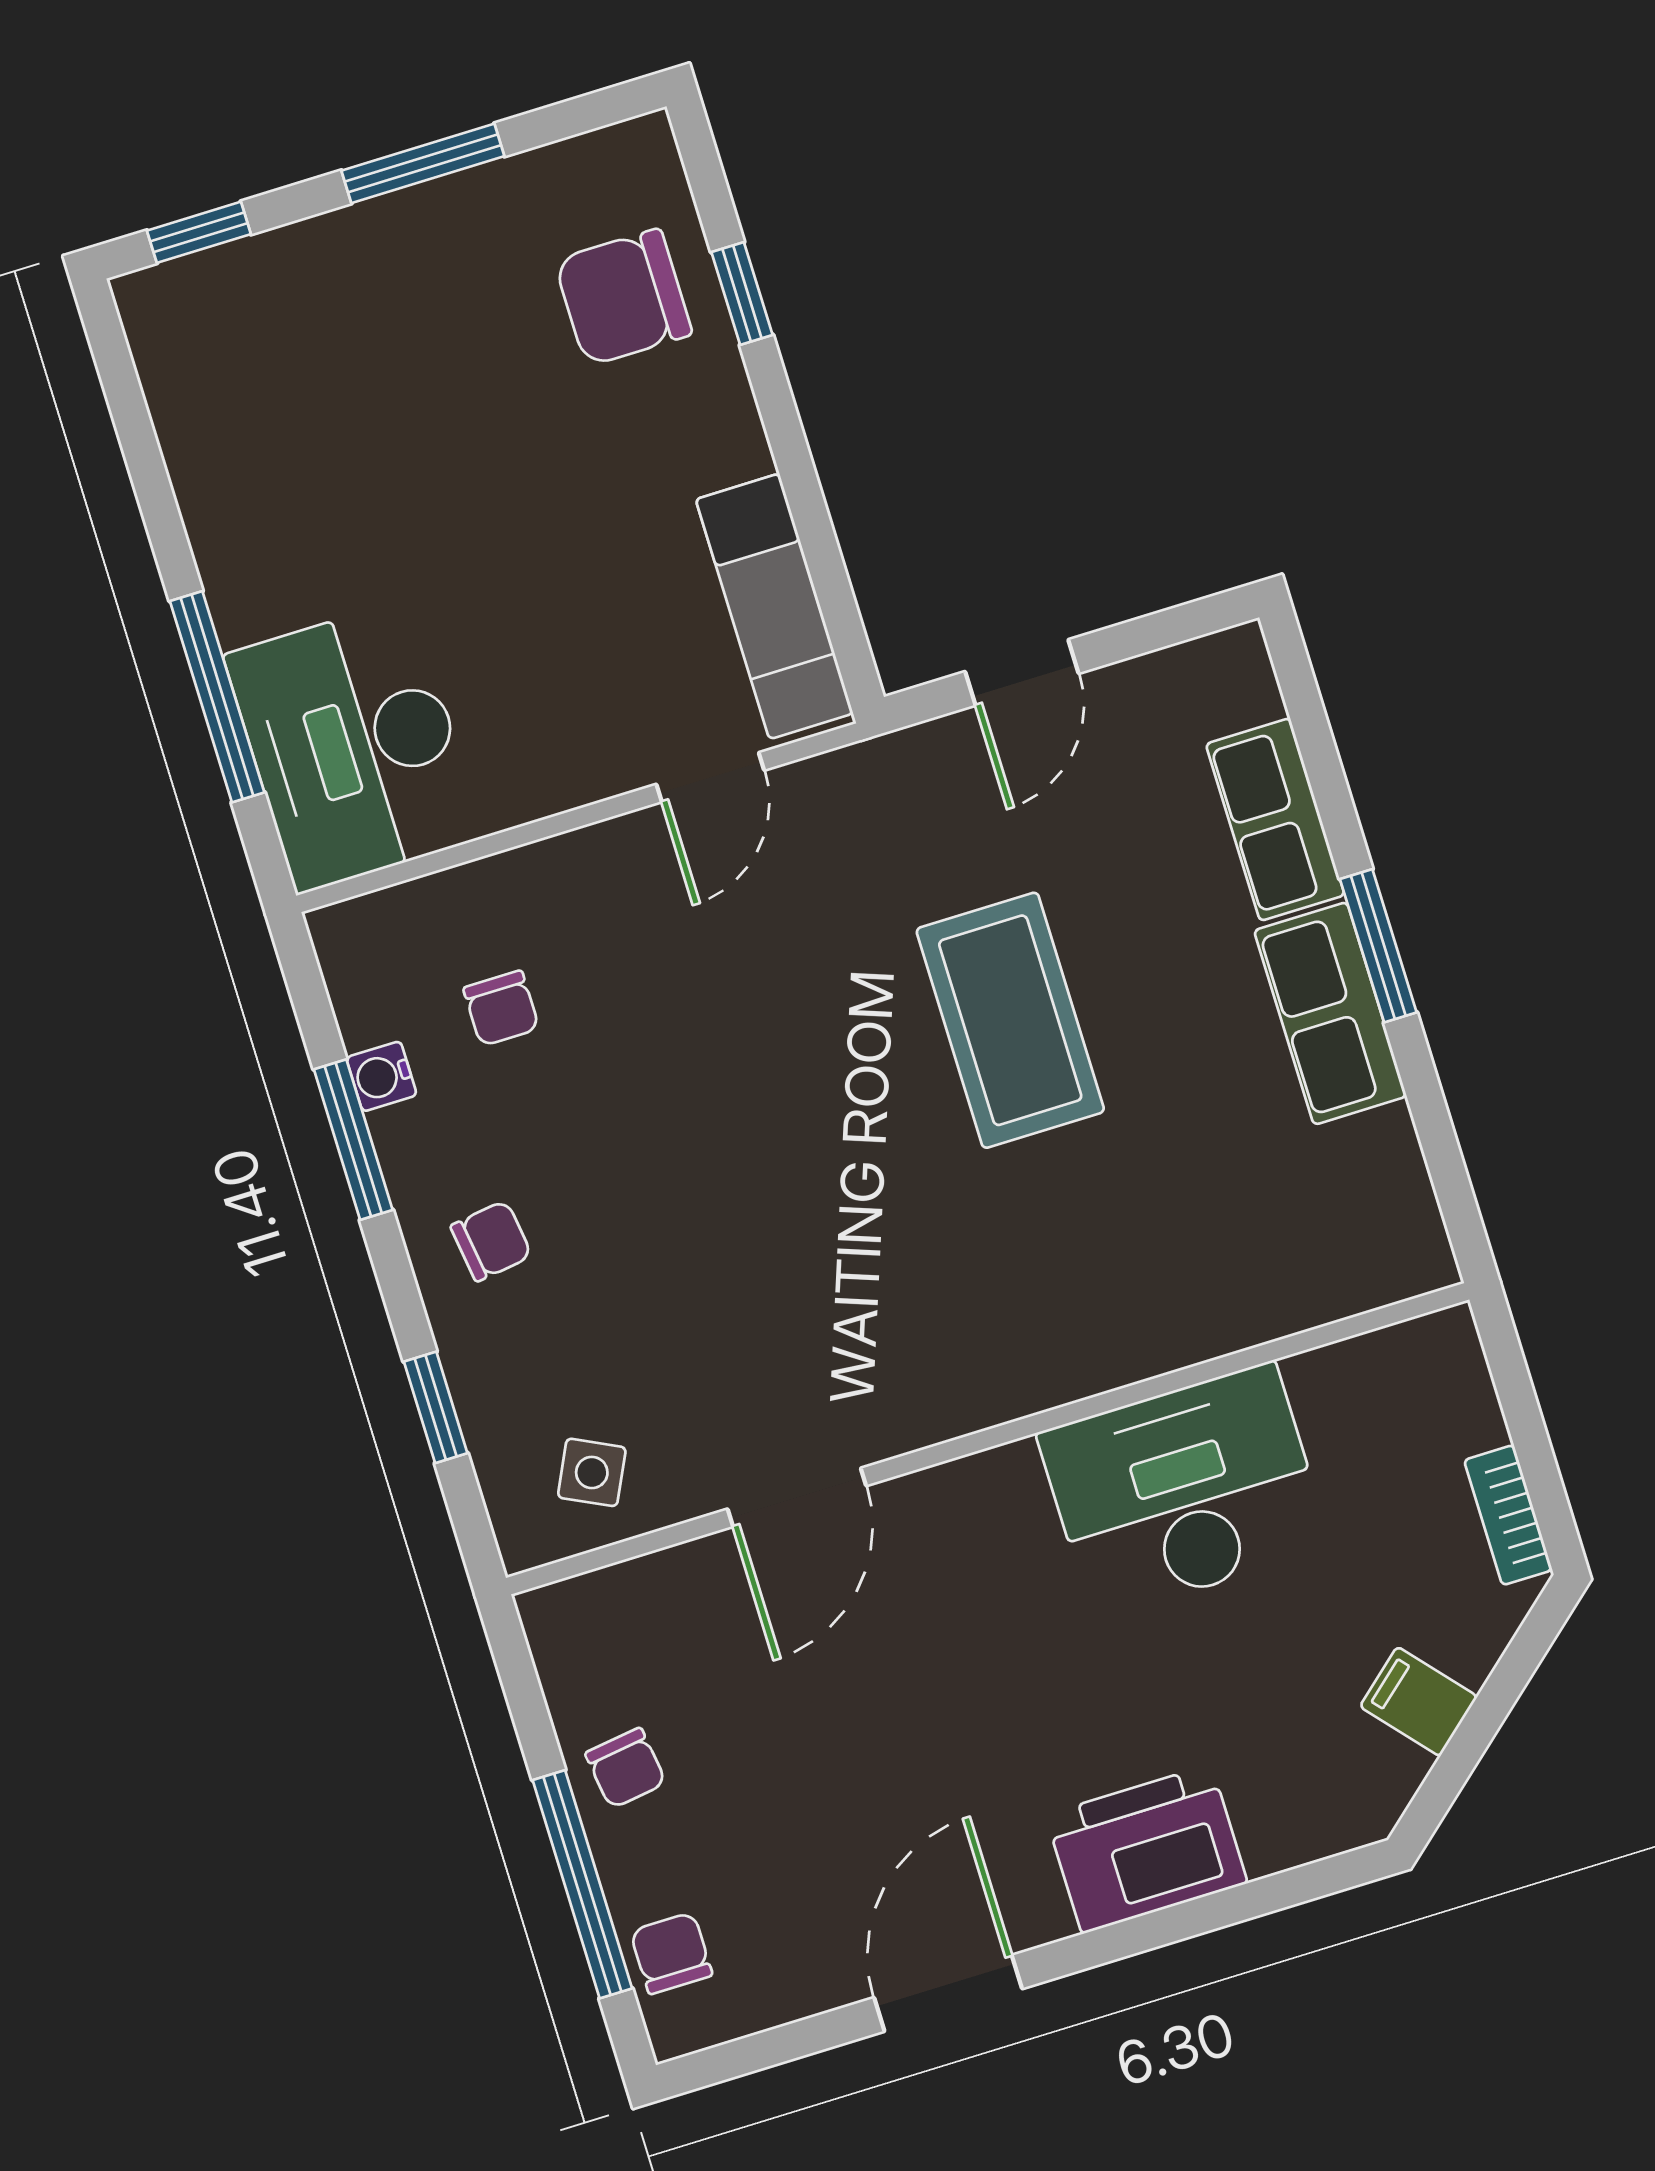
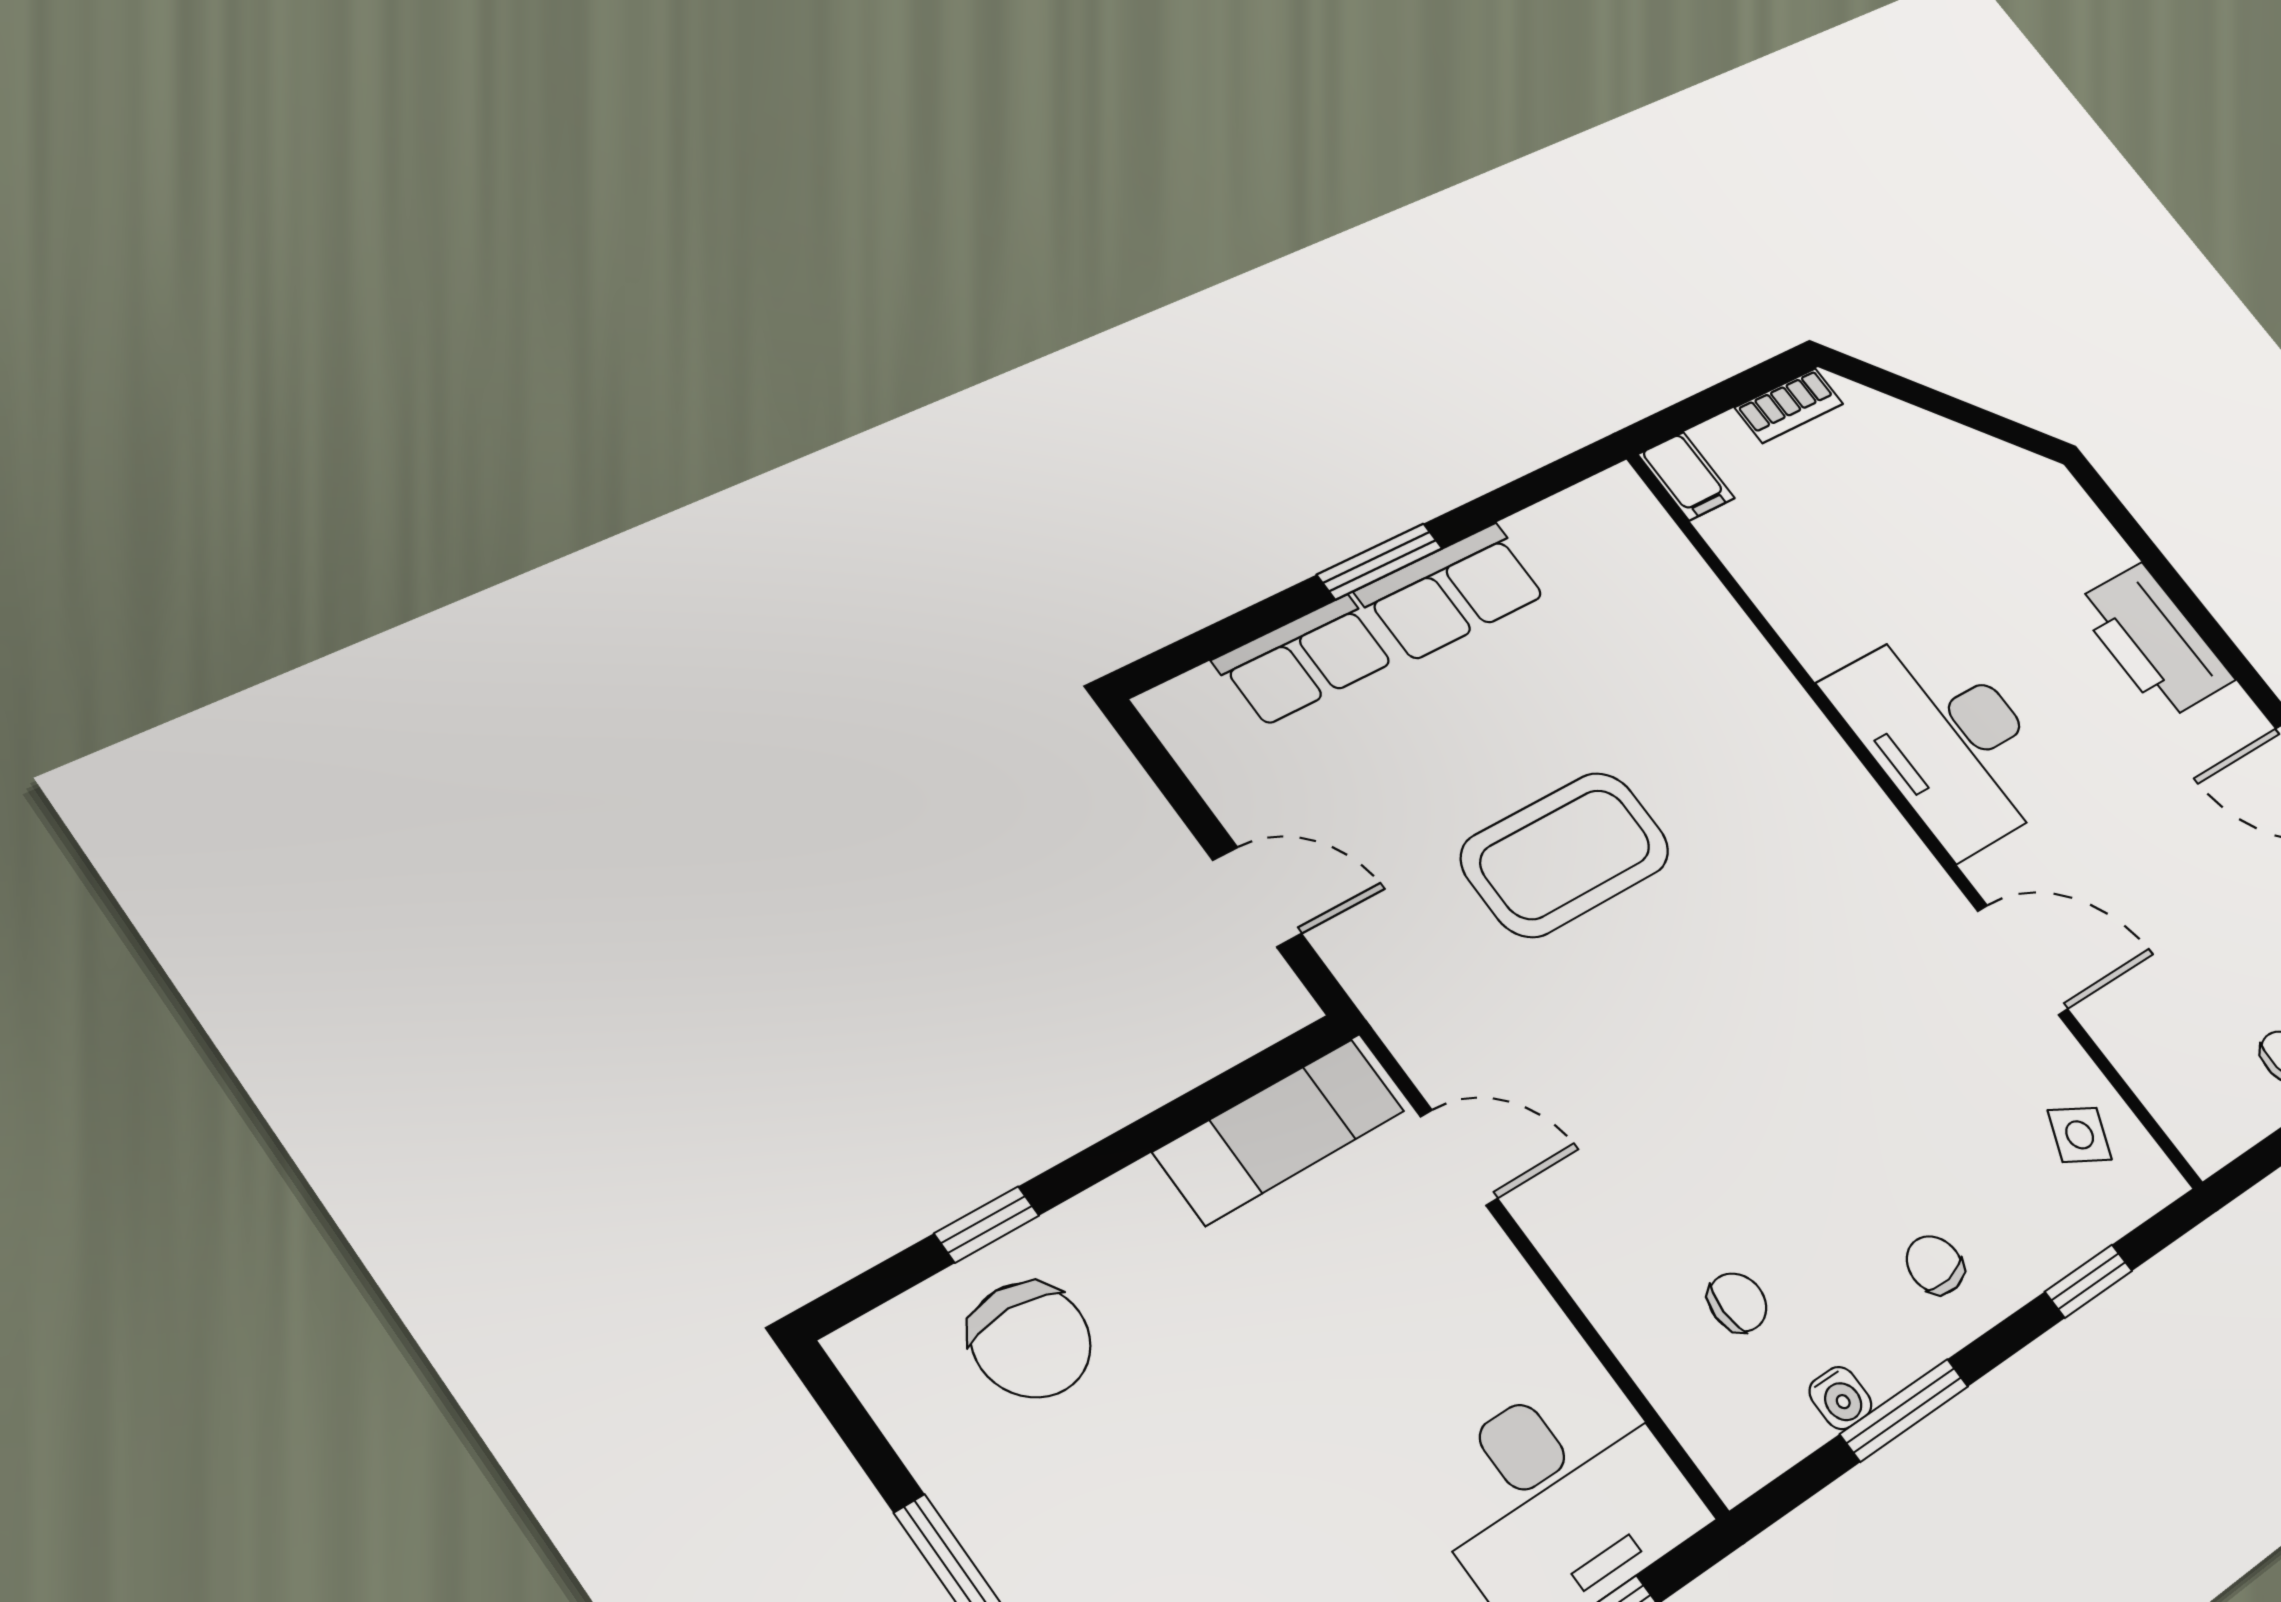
desk: (1184, 1491) -> (1947, 738), moved
filing cabinet: (1419, 1702) -> (1686, 476), moved, turned -49

